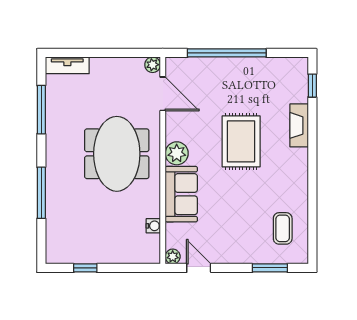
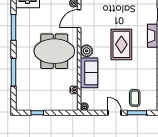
door: (163, 94) -> (79, 19), swing flipped
meeting table: (117, 154) -> (54, 51), turned 90
coffee table: (283, 228) -> (135, 98), moved
door: (199, 268) -> (115, 113), moved

